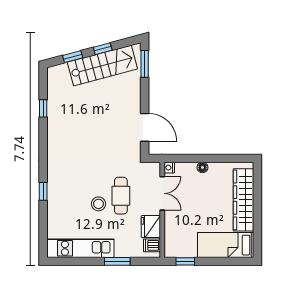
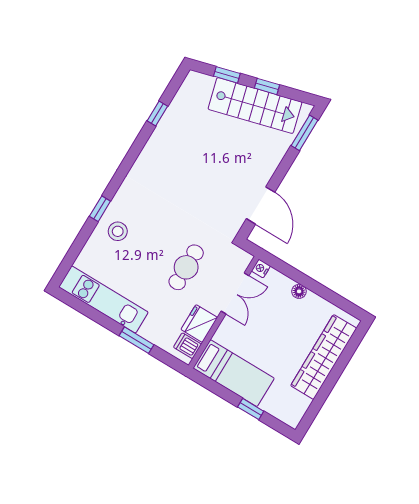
stool: (99, 204) -> (118, 231), moved
bed: (226, 245) -> (234, 373), moved, turned 180
window: (185, 261) -> (251, 409), moved

